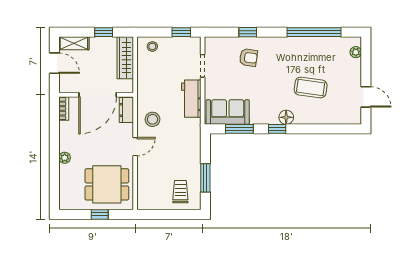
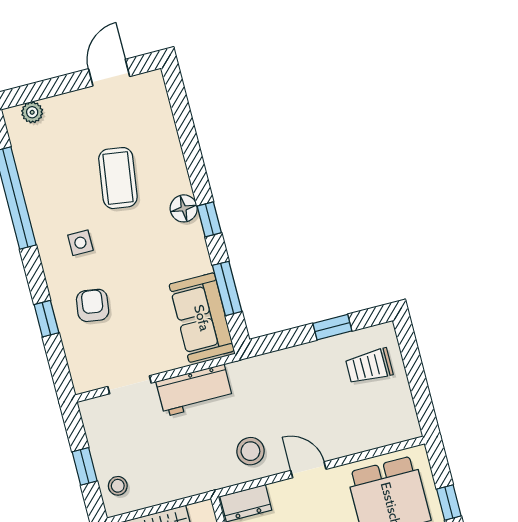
window: (181, 32) -> (85, 466), moved
side table: (282, 60) -> (80, 243), added
window: (205, 178) -> (332, 327), width x0.67

